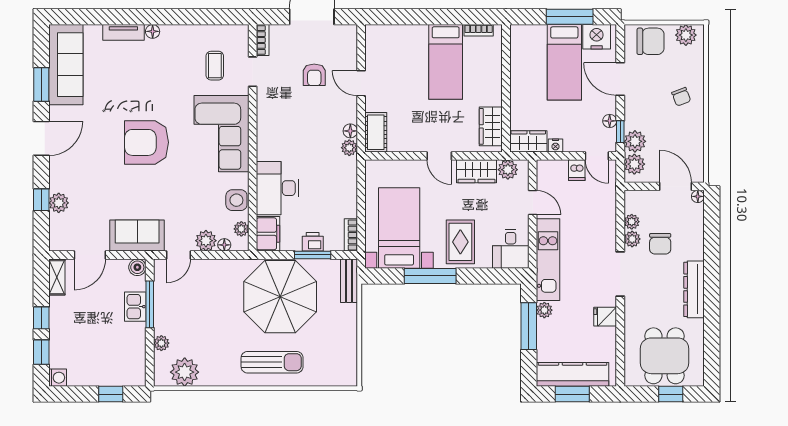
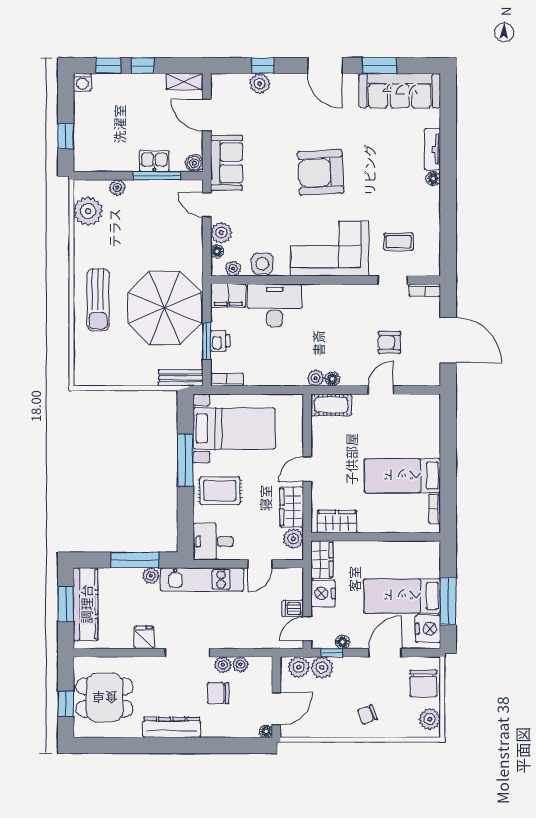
armchair: (146, 142) -> (321, 172), turned -93
nightstand: (555, 145) -> (323, 593), width x1.89, depth x1.79

